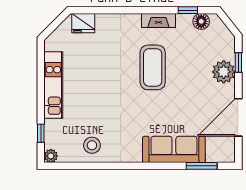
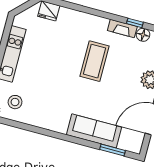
fireplace: (158, 20) -> (122, 28), moved
stool: (92, 145) -> (15, 102), moved

